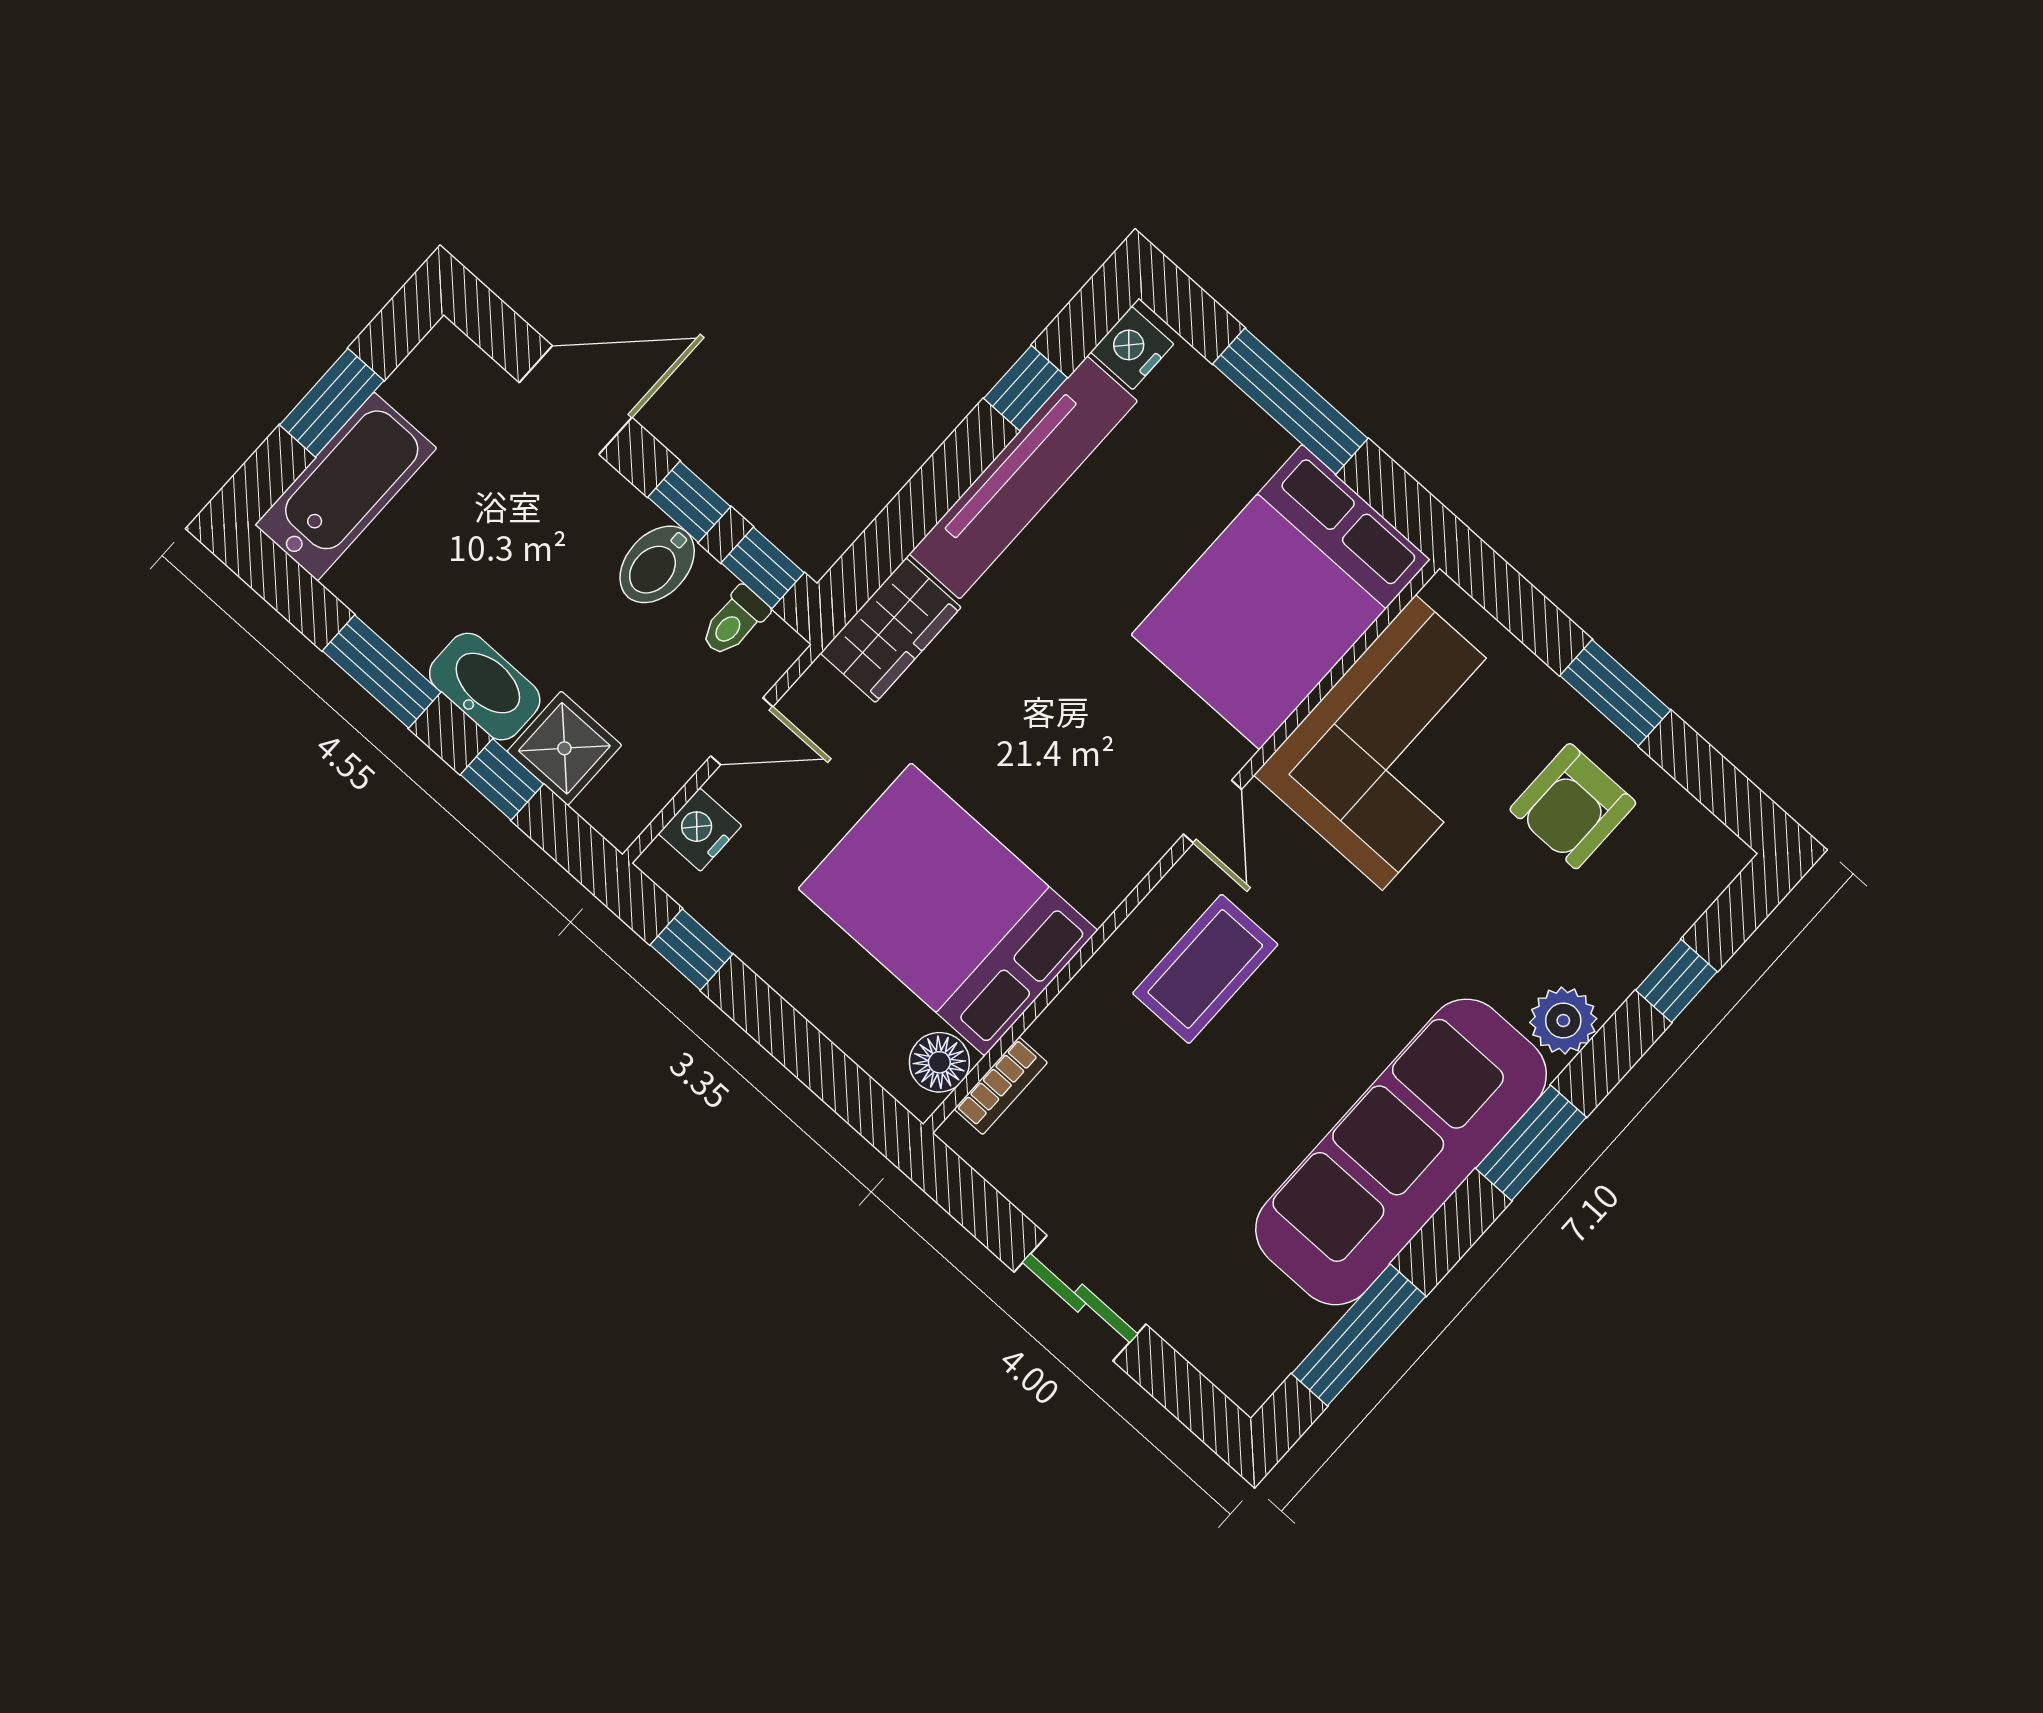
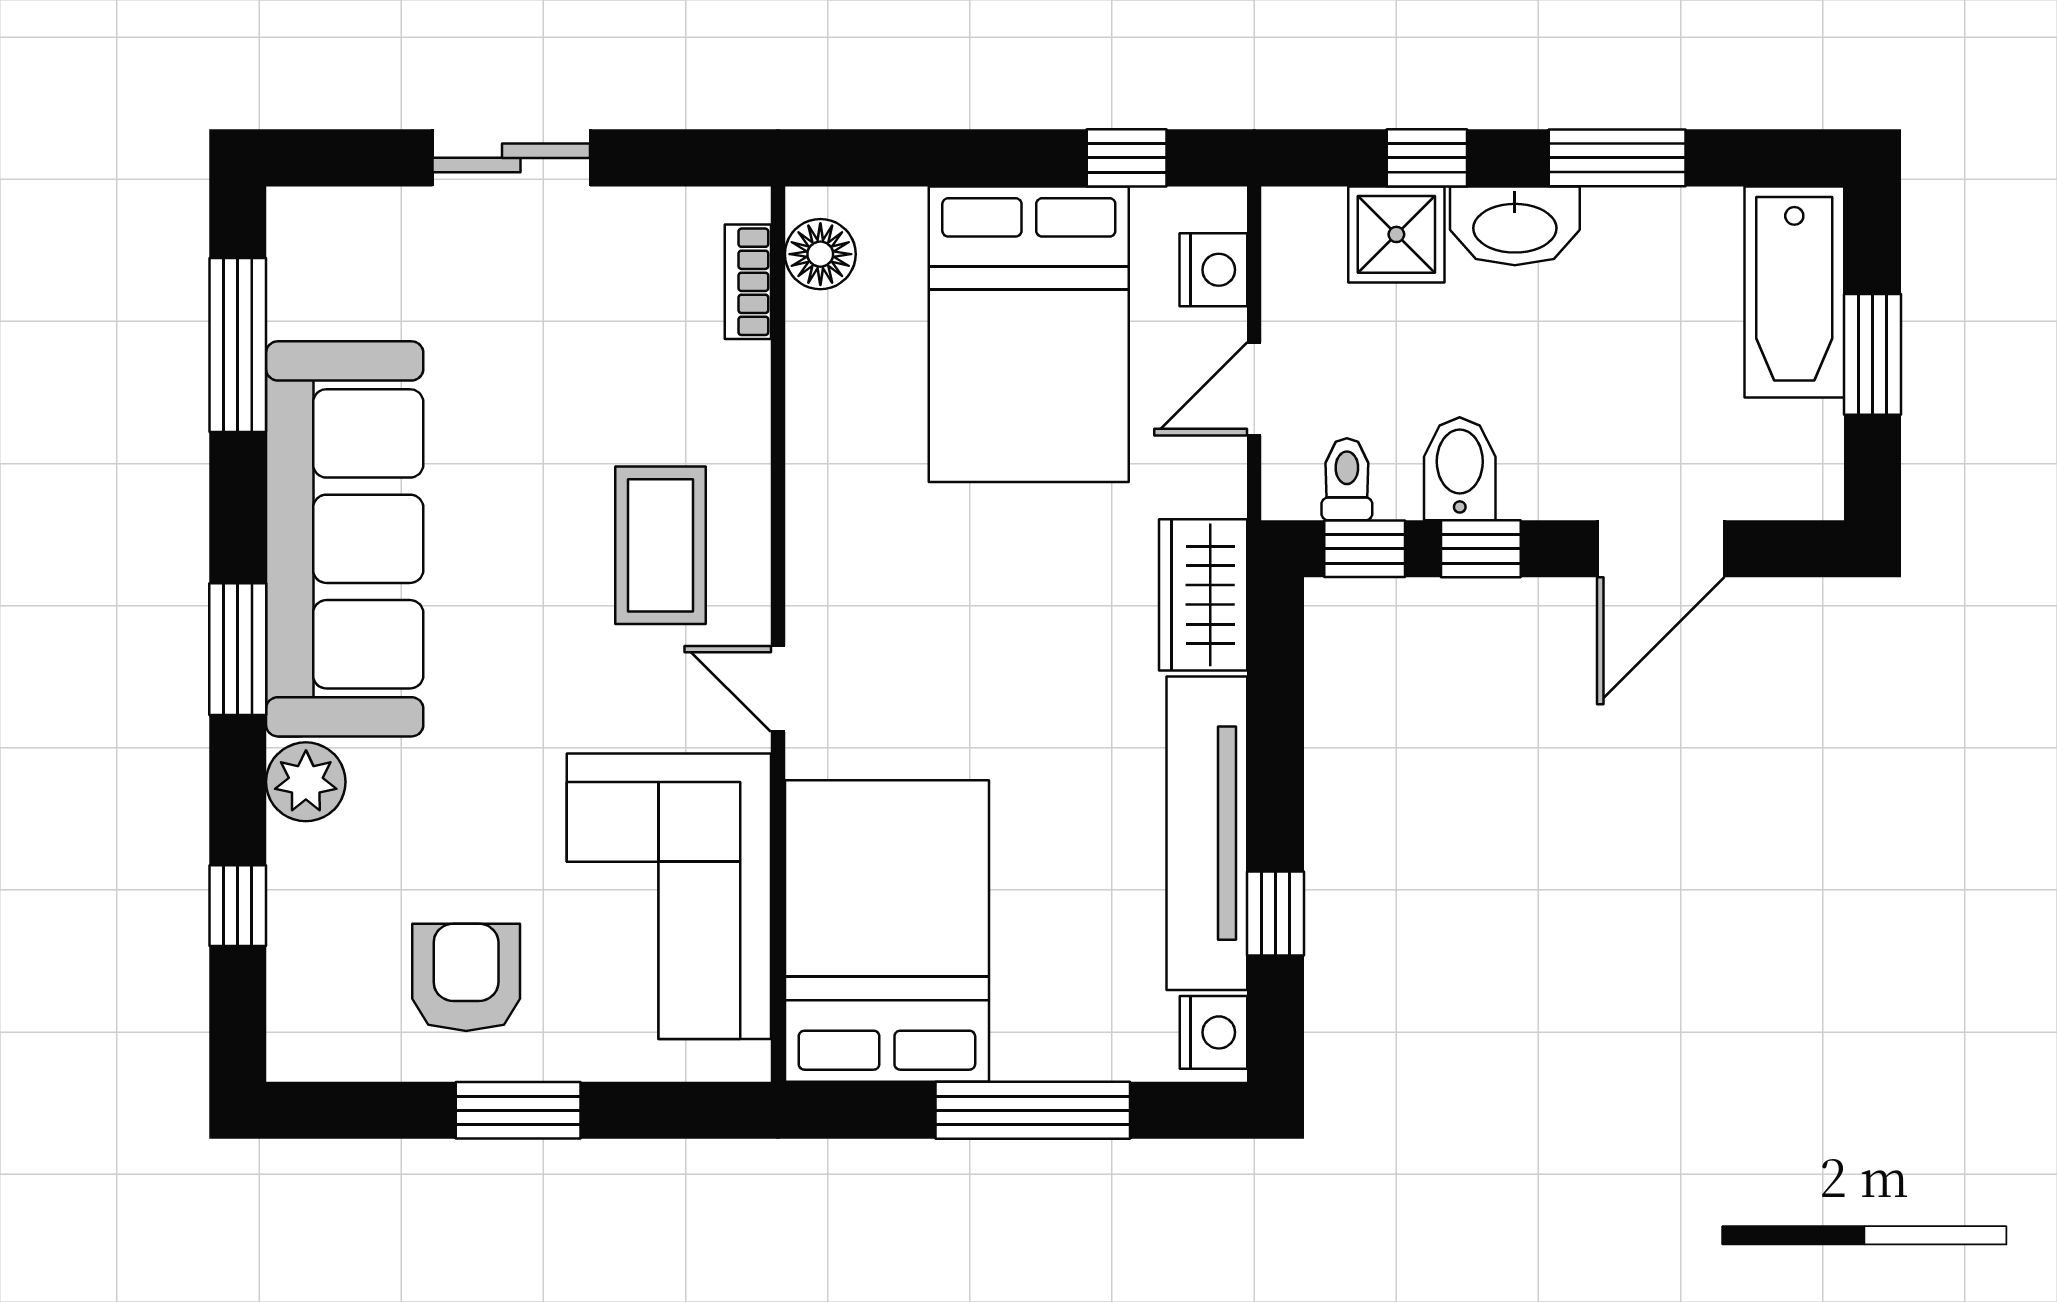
bed: (948, 909) -> (1029, 334), moved, turned 90

